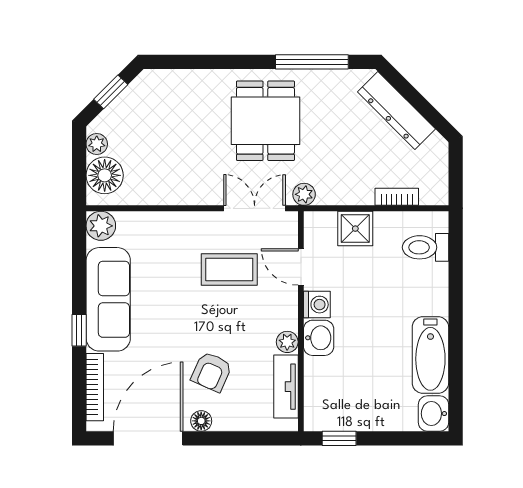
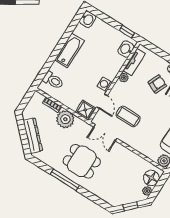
window: (312, 62) -> (65, 180), moved
dining table: (265, 121) -> (82, 161), turned 90
plant: (304, 194) -> (65, 119), moved, width x1.88, depth x1.88
shower: (355, 229) -> (85, 110), moved
washbasin: (319, 338) -> (126, 49), moved
bathtub: (430, 355) -> (70, 50), moved

